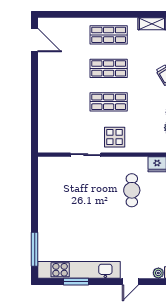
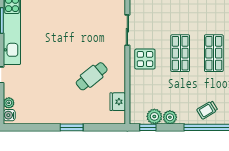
cafe table: (132, 190) -> (92, 76), turned -39

